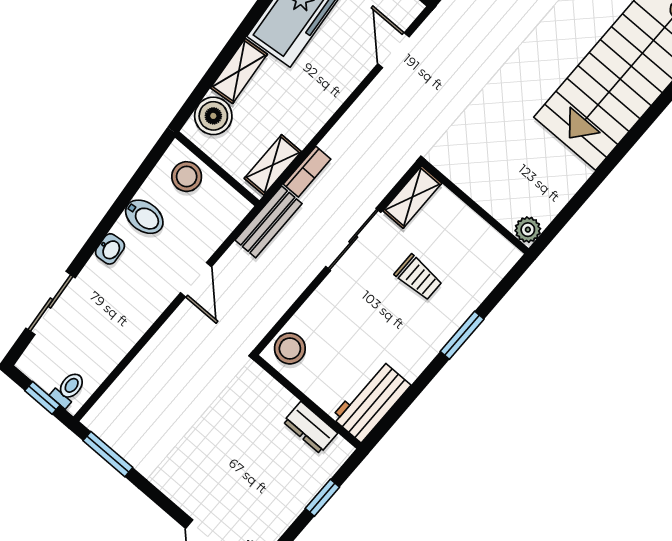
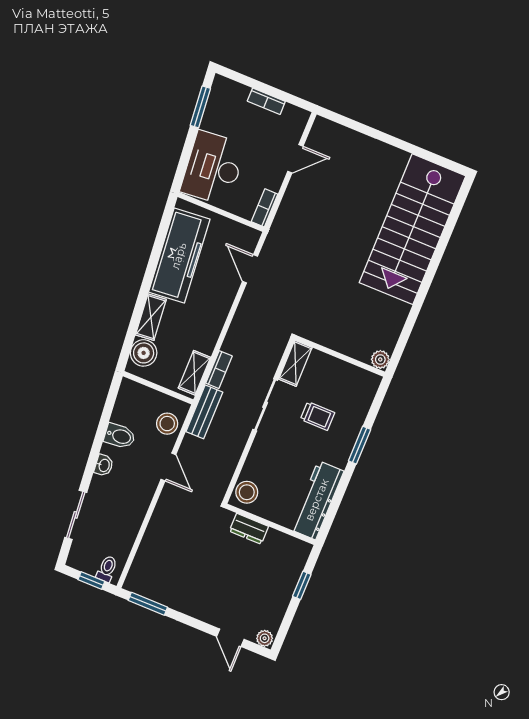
stool: (187, 177) -> (167, 424), moved
workbench: (371, 401) -> (317, 500), width x1.38
dresser: (310, 428) -> (249, 529), moved

